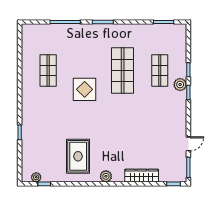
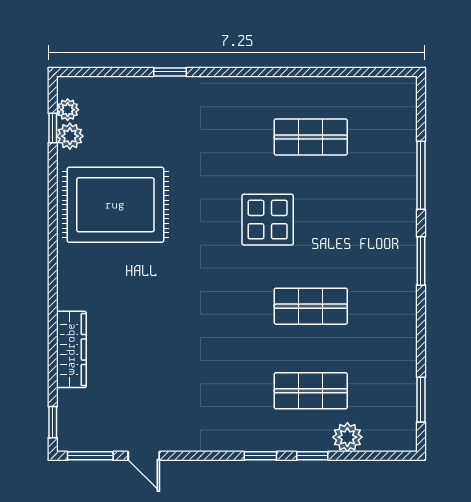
shop shelf: (123, 70) -> (311, 306), width x0.70, depth x0.74
plant: (180, 85) -> (347, 437), moved
rug: (78, 156) -> (115, 205), width x1.37, depth x1.44
plant: (106, 176) -> (70, 136), moved

